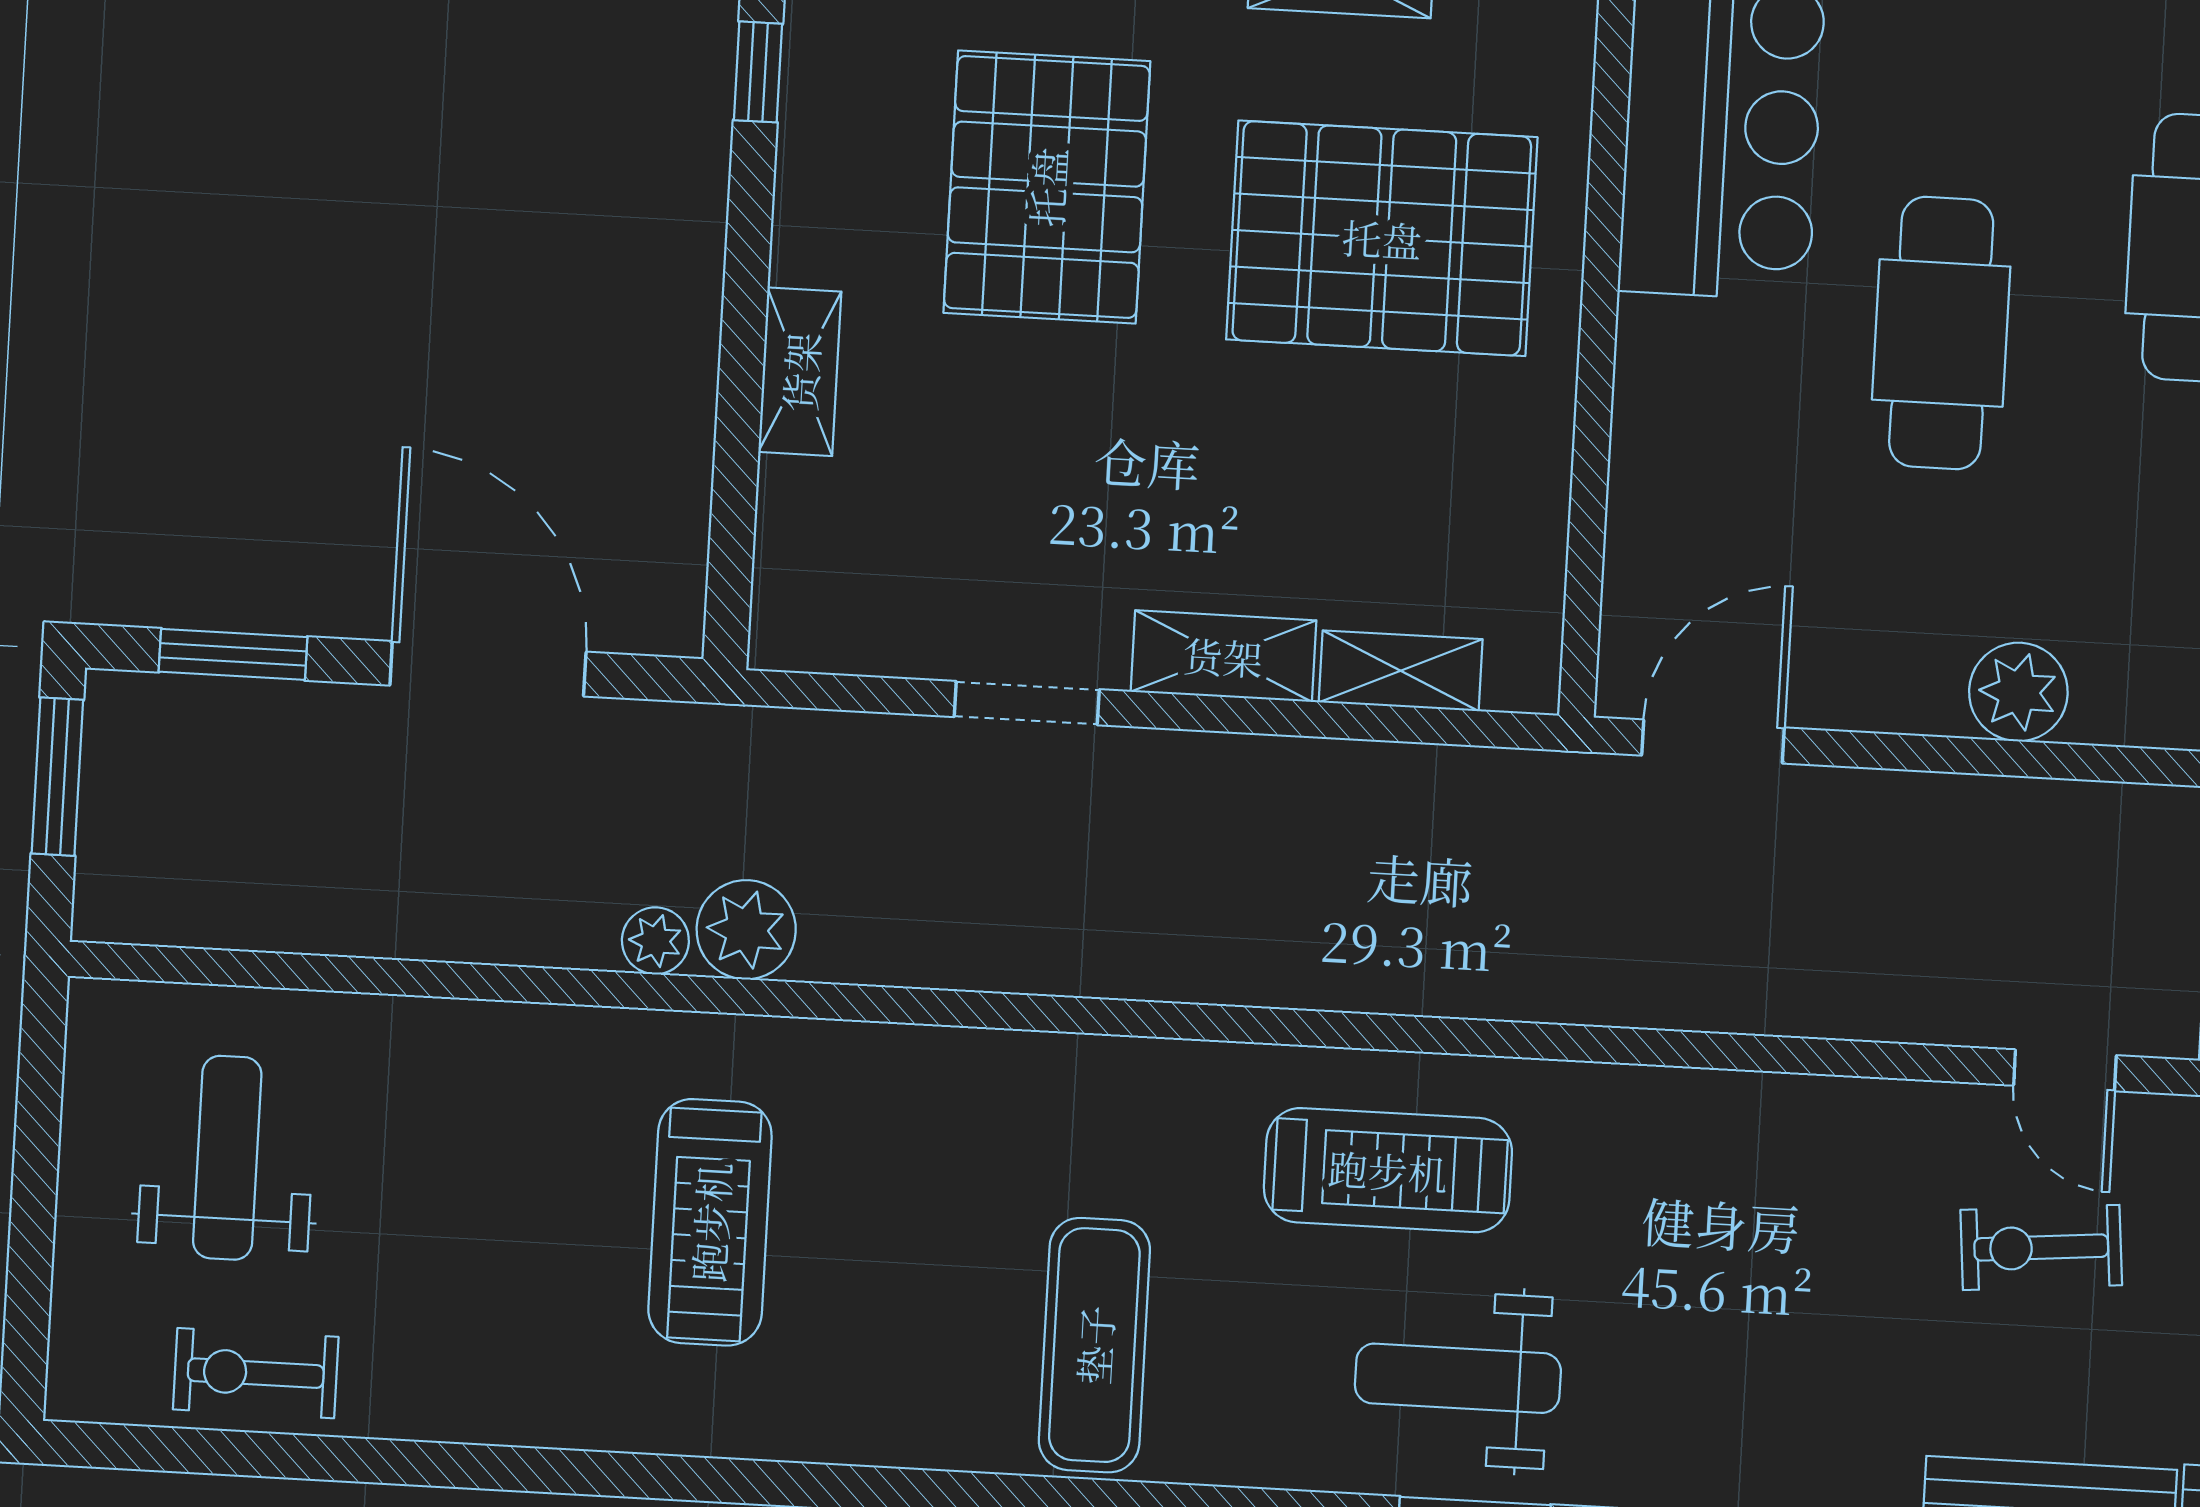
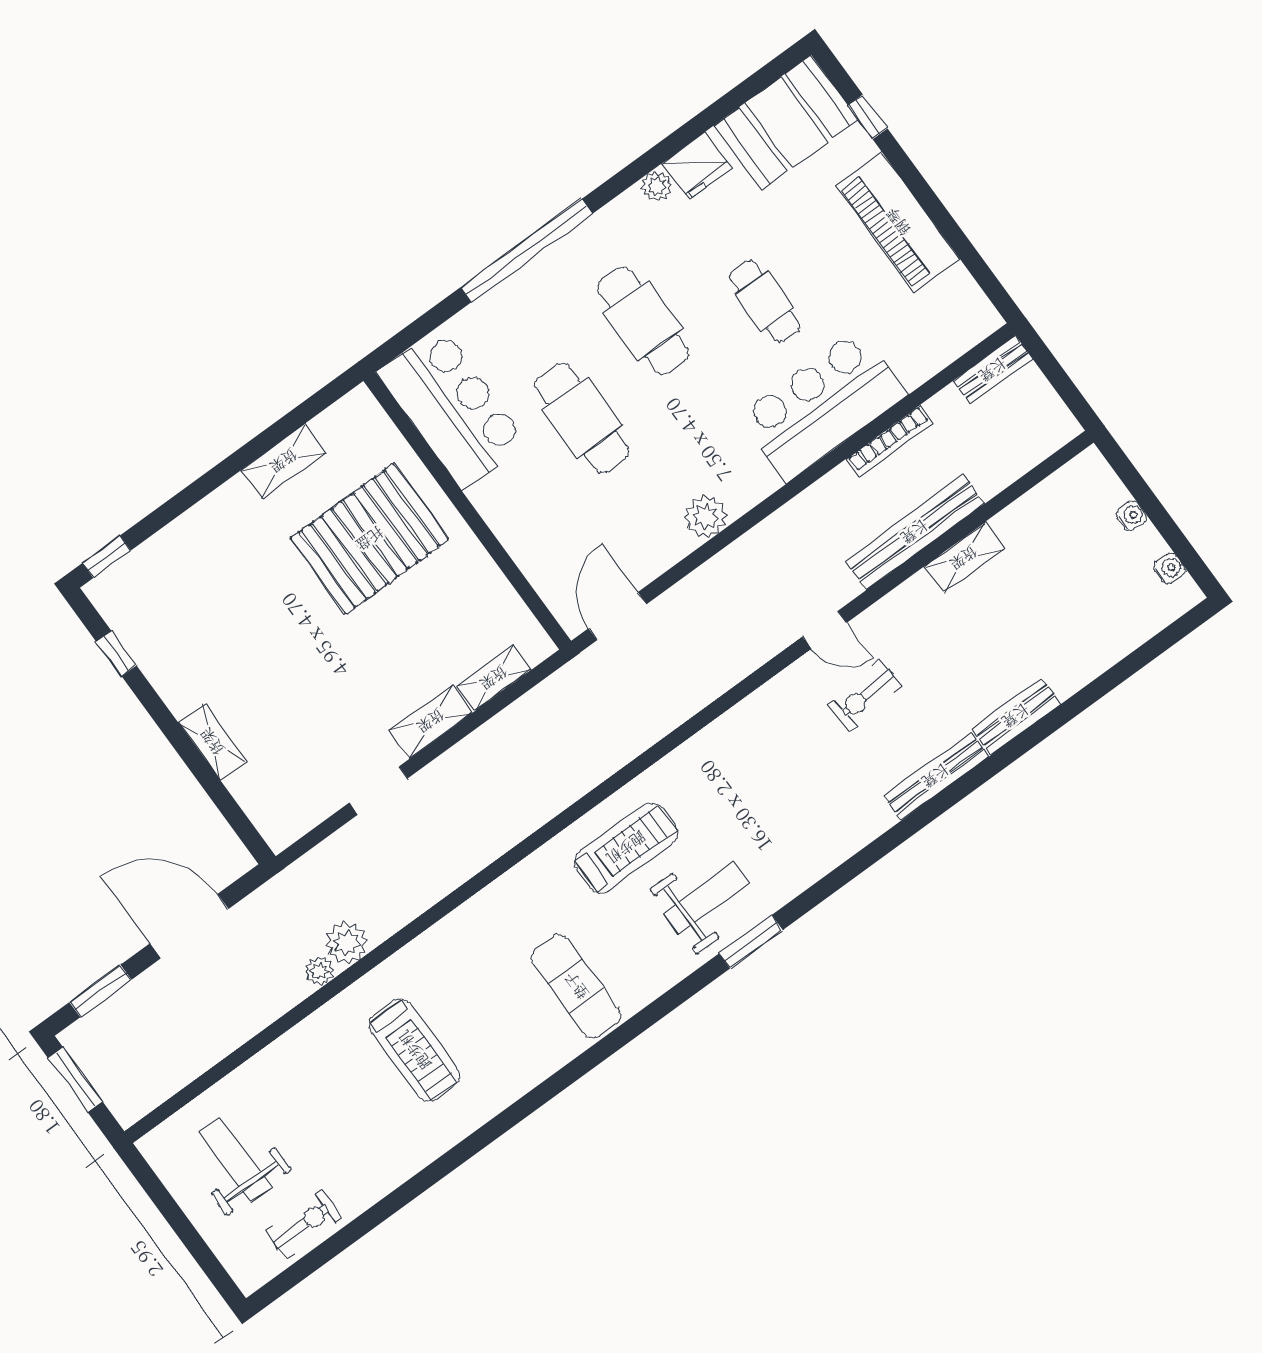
pallet: (1047, 187) -> (244, 613), removed
exercise bike: (256, 1373) -> (304, 1224), turned 180
weight bench: (1458, 1378) -> (706, 898), turned 180

